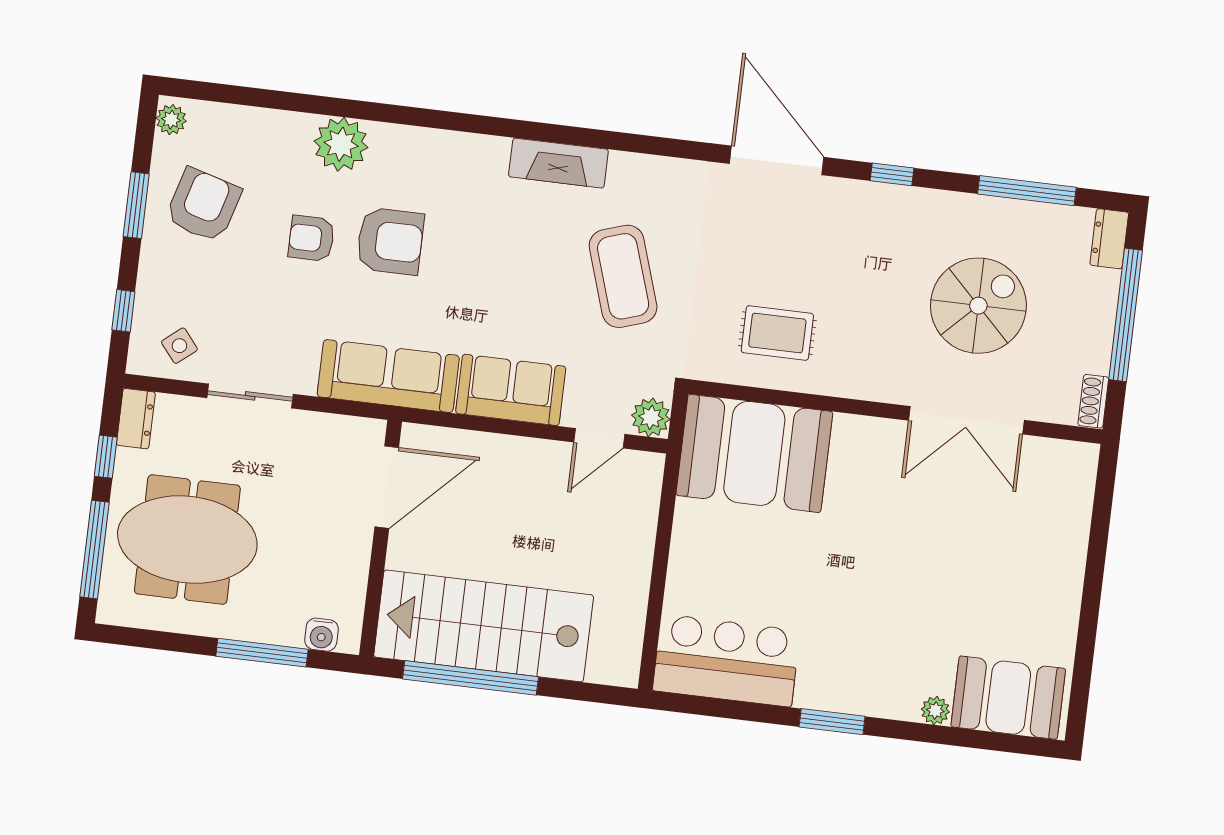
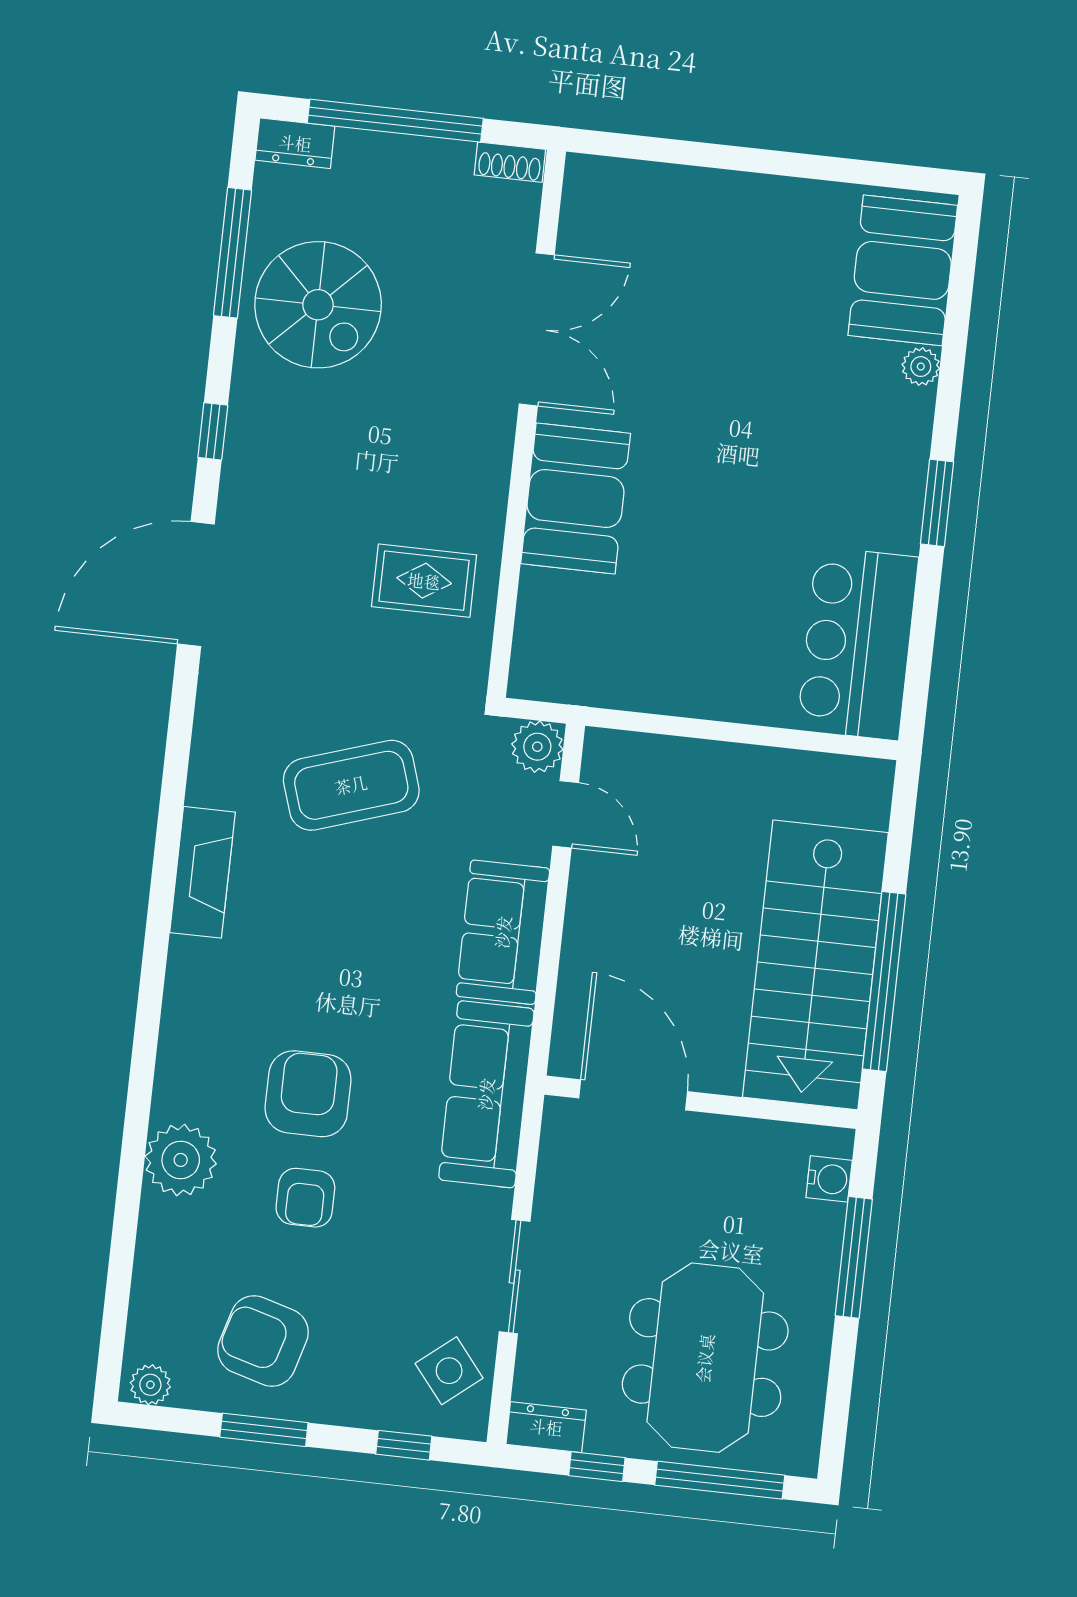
spiral stairs: (978, 306) -> (318, 305), moved, turned 180
rug: (777, 333) -> (424, 581), turned 90
side table: (179, 346) -> (449, 1371), width x1.37, depth x1.37
booth: (754, 453) -> (576, 498), moved, width x0.73, depth x0.70

